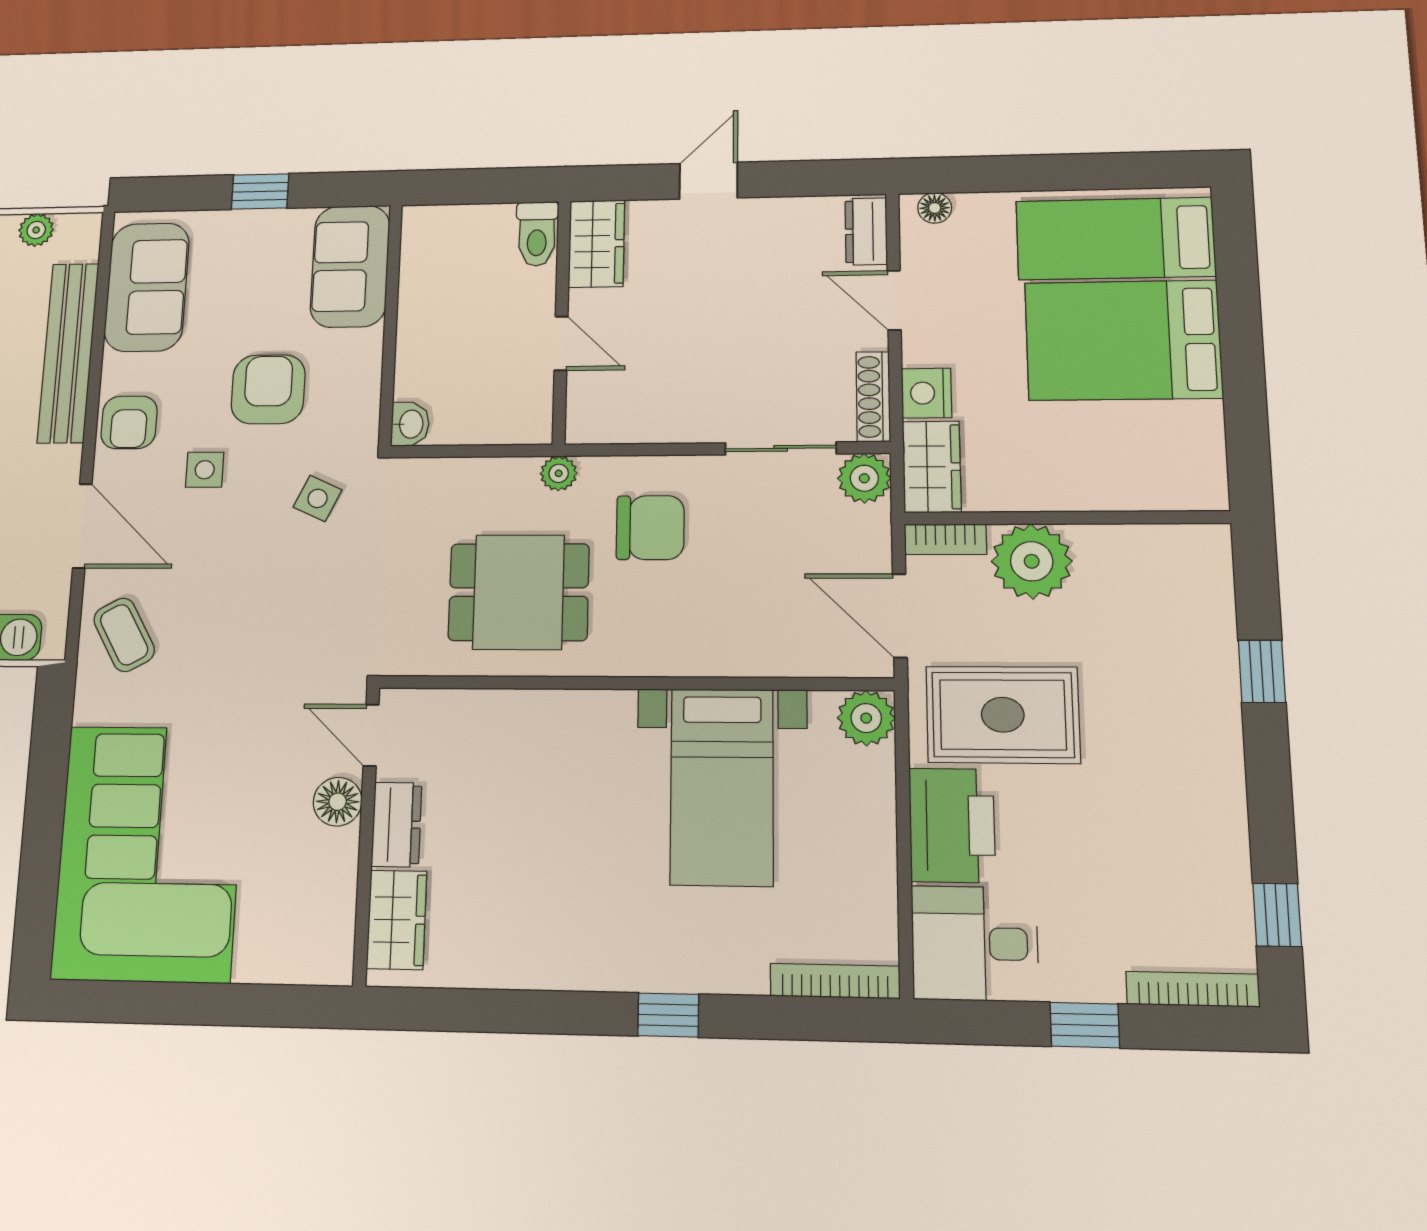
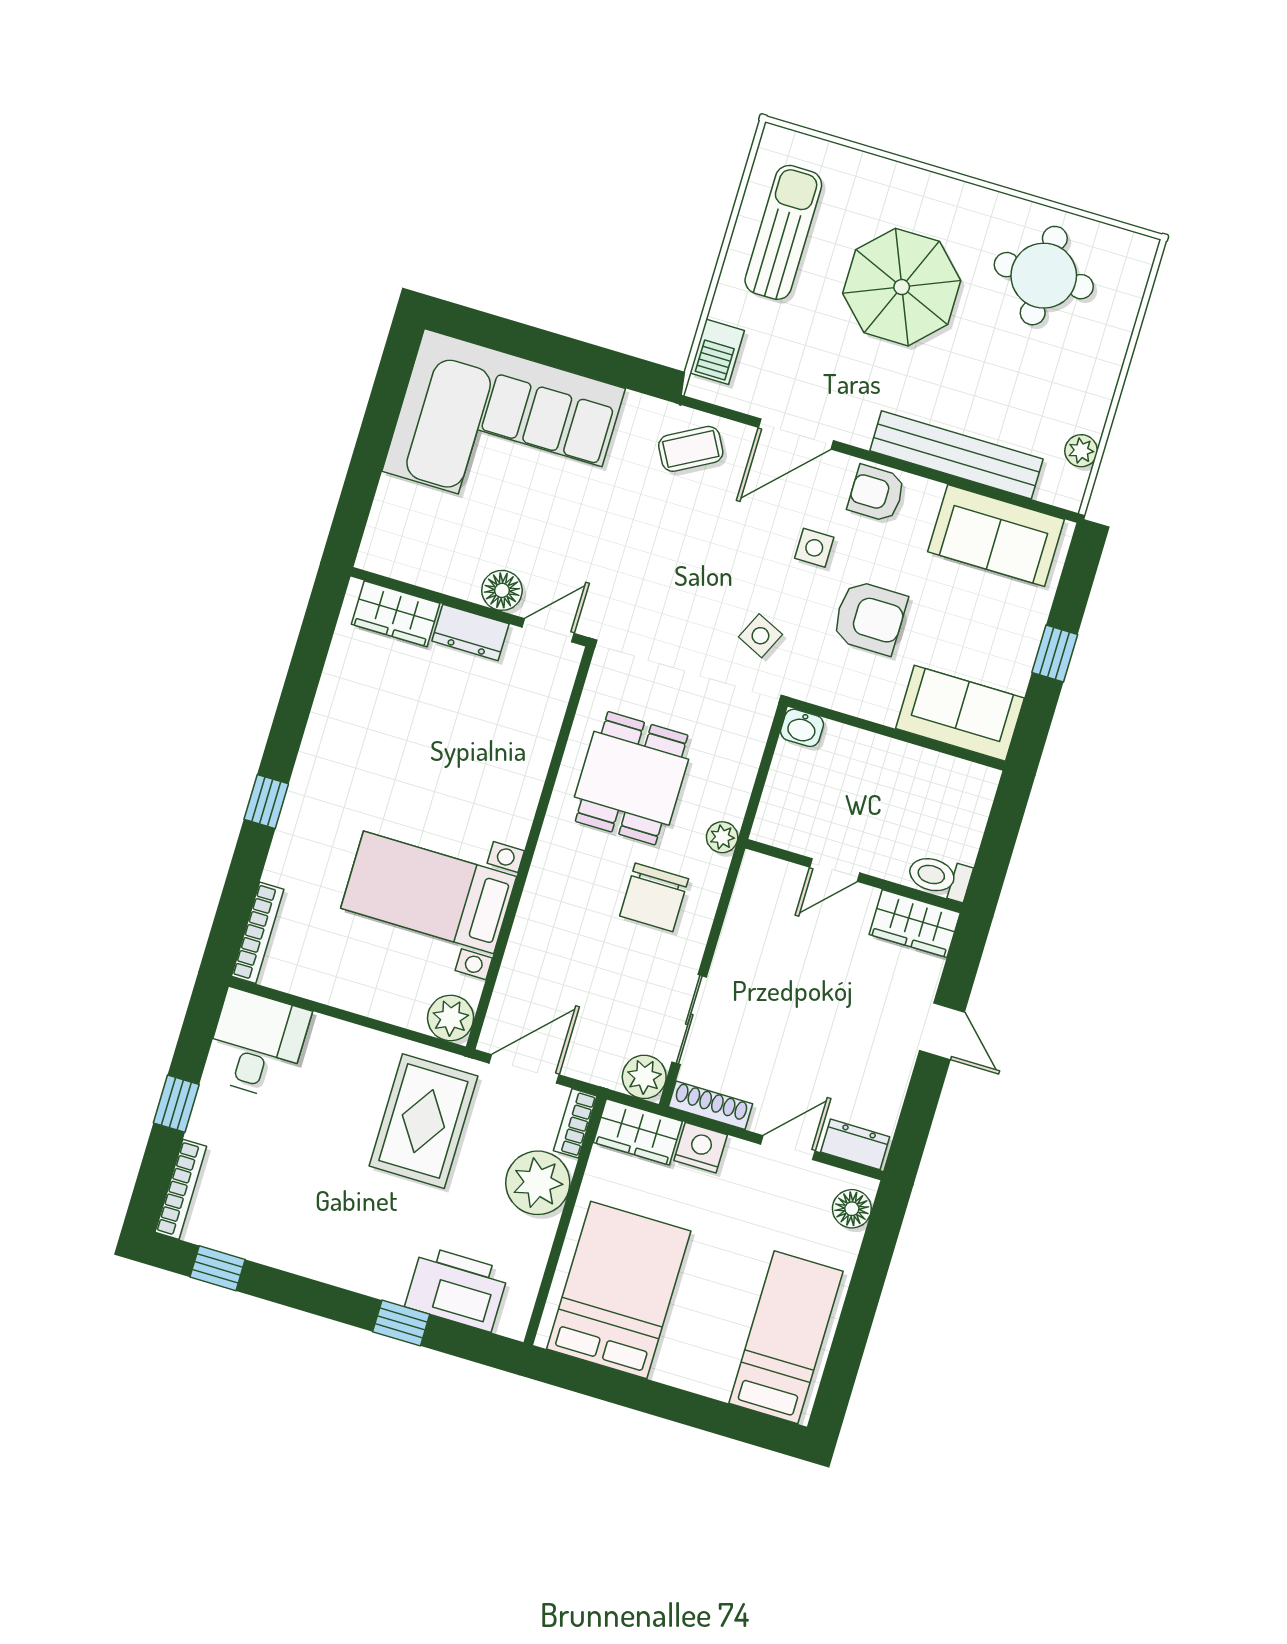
floor lamp: (935, 208) -> (852, 1209), width x1.37, depth x1.37
bed: (1123, 340) -> (619, 1290), moved
printer: (952, 825) -> (457, 1289), moved, turned 180

